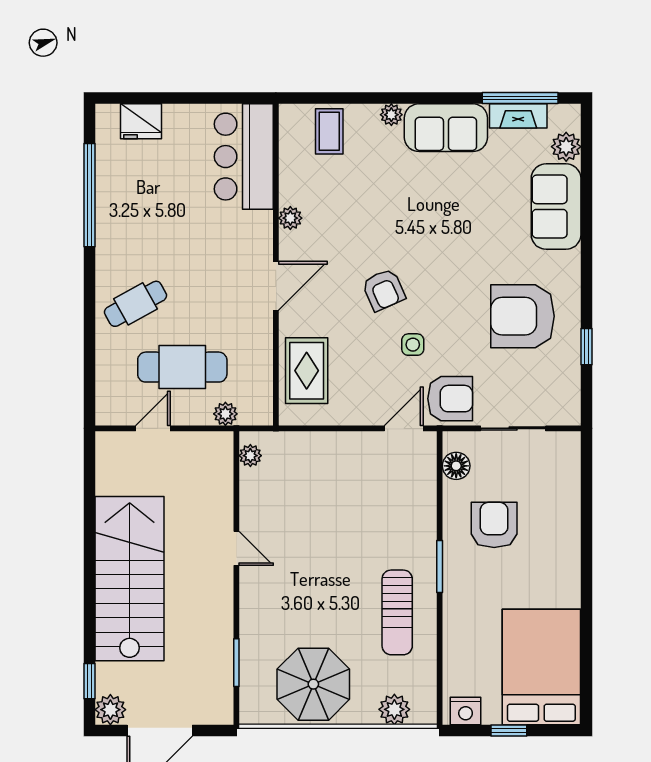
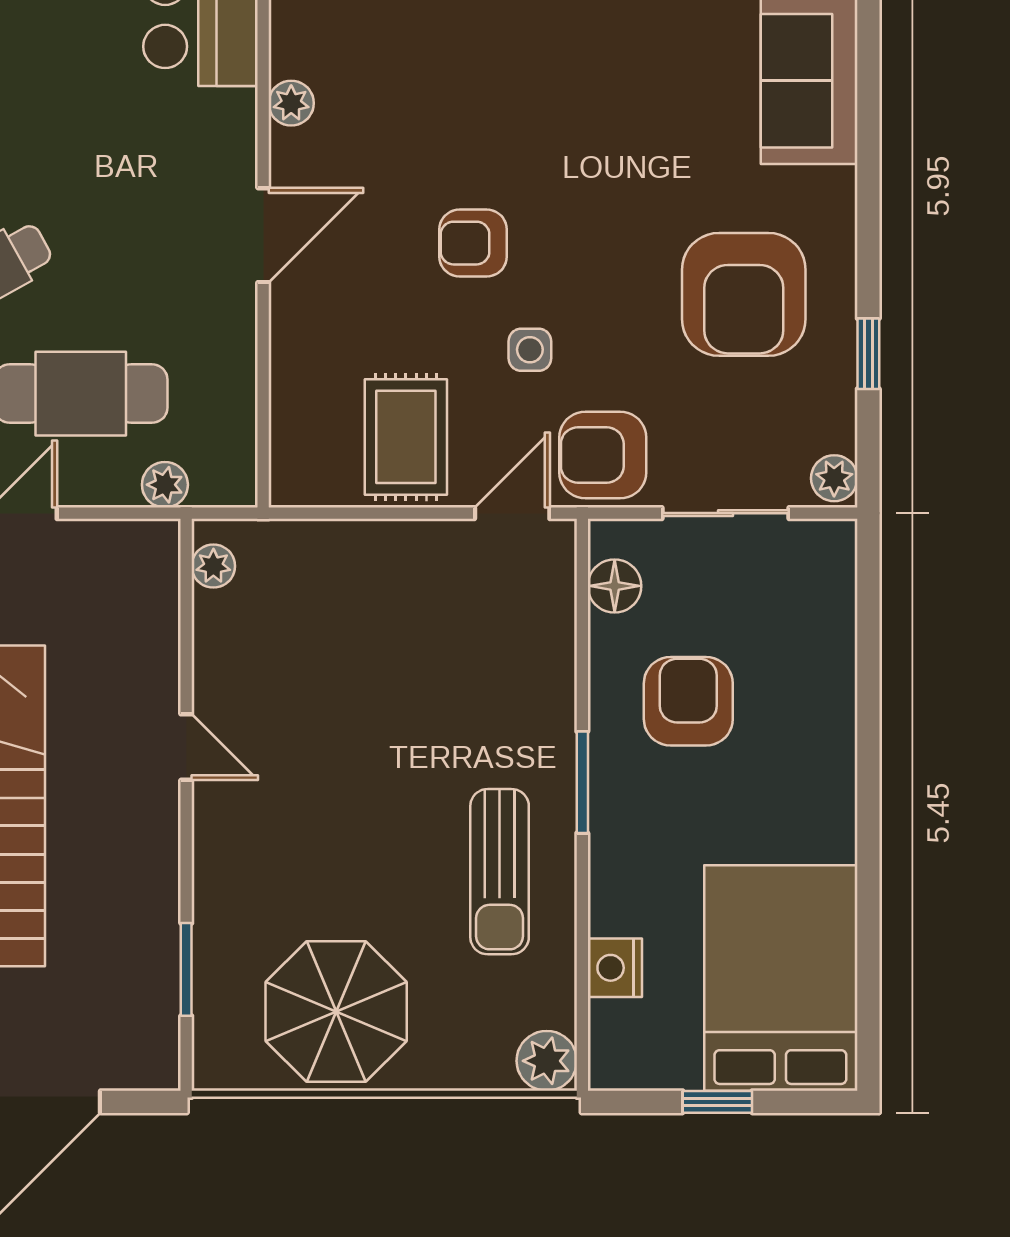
armchair: (384, 290) -> (473, 243), turned 114
armchair: (523, 316) -> (744, 294), turned -90
rug: (307, 371) -> (406, 437), moved
armchair: (450, 399) -> (603, 455), turned 180
plant: (569, 411) -> (834, 478), added
plant: (394, 709) -> (547, 1061), moved
nightstand: (466, 711) -> (615, 968), moved, turned 90

